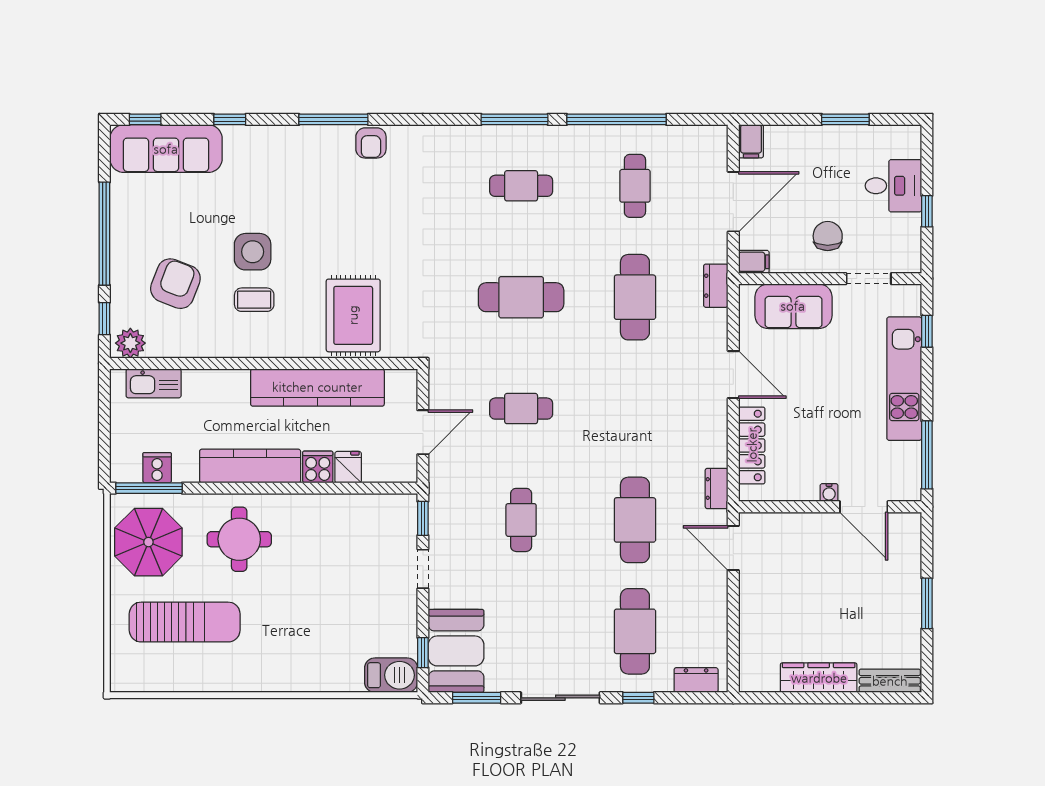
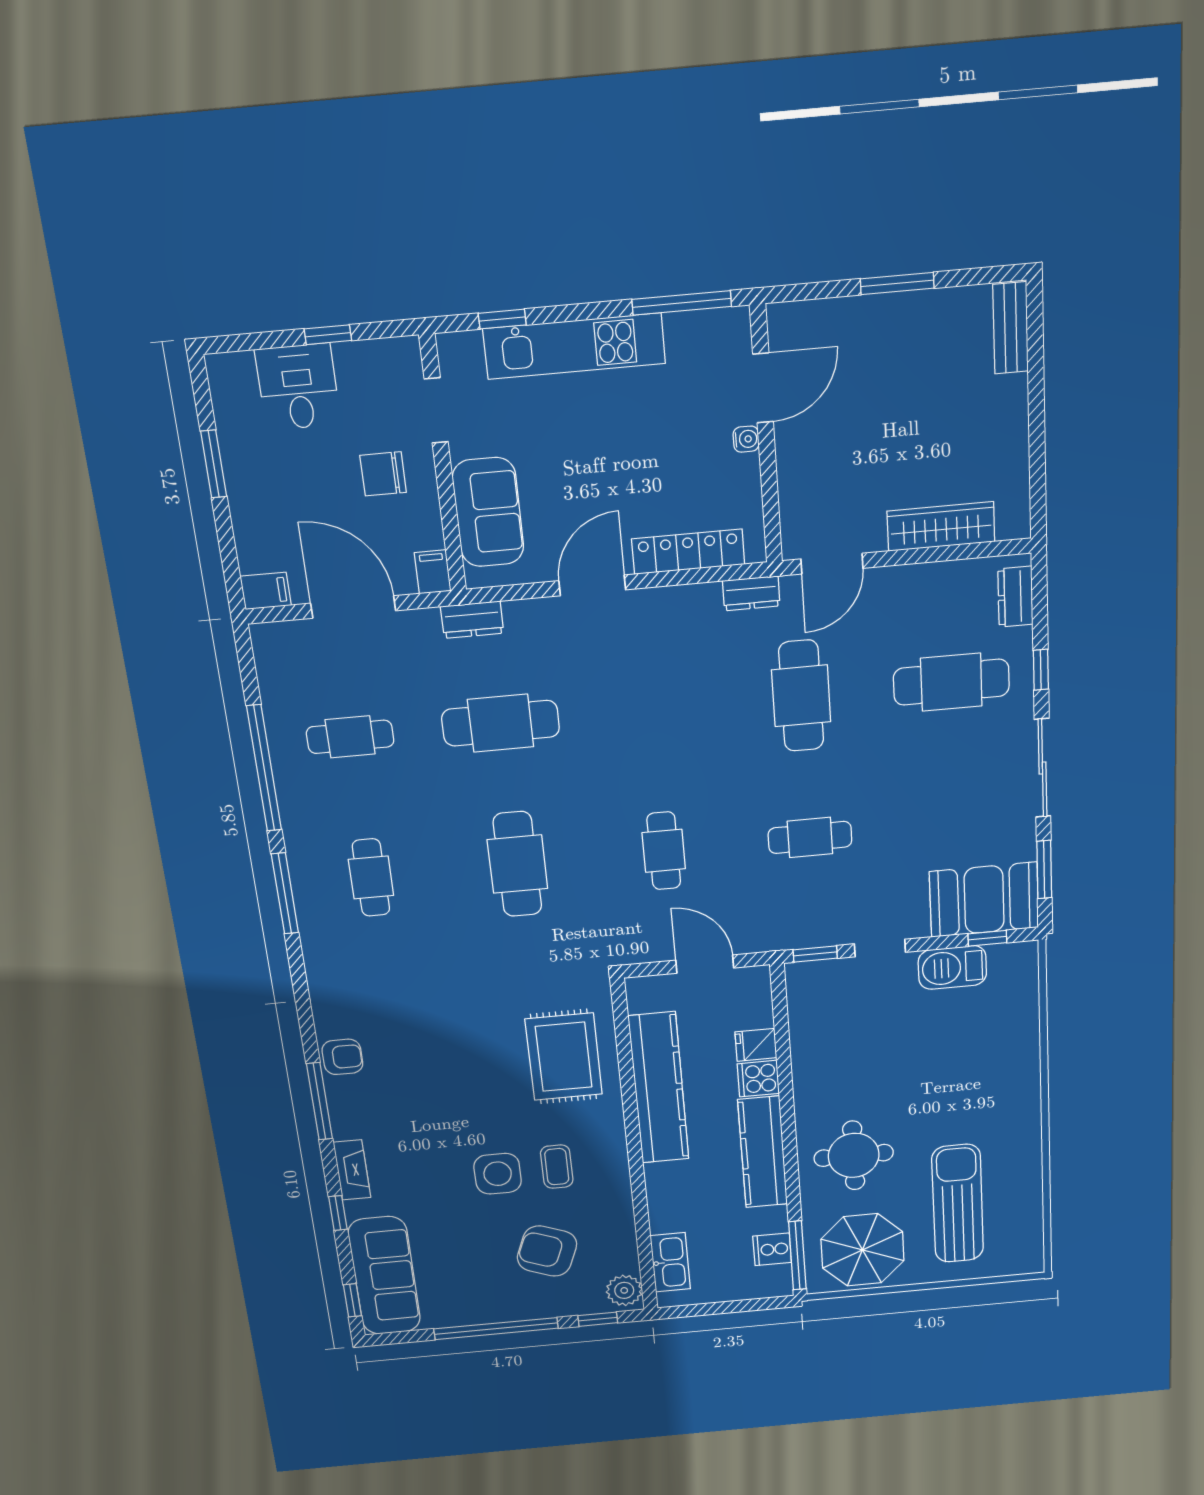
fireplace: (269, 136) -> (352, 1170), added
rug: (353, 315) -> (564, 1057), turned 90
cafe table: (635, 520) -> (801, 696), turned 90
barbecue: (391, 675) -> (952, 968), moved, turned -90
wardrobe: (819, 678) -> (941, 526), moved, turned 90

